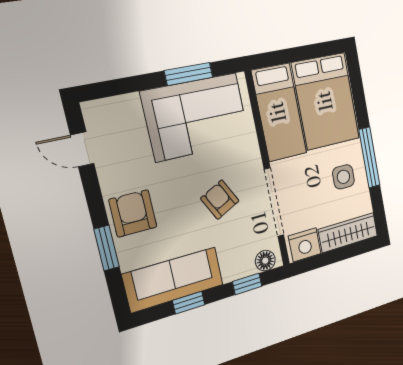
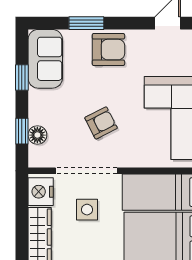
side table: (343, 177) -> (87, 210), moved
floor lamp: (265, 261) -> (37, 135), moved
sofa: (174, 280) -> (45, 59), width x0.73

